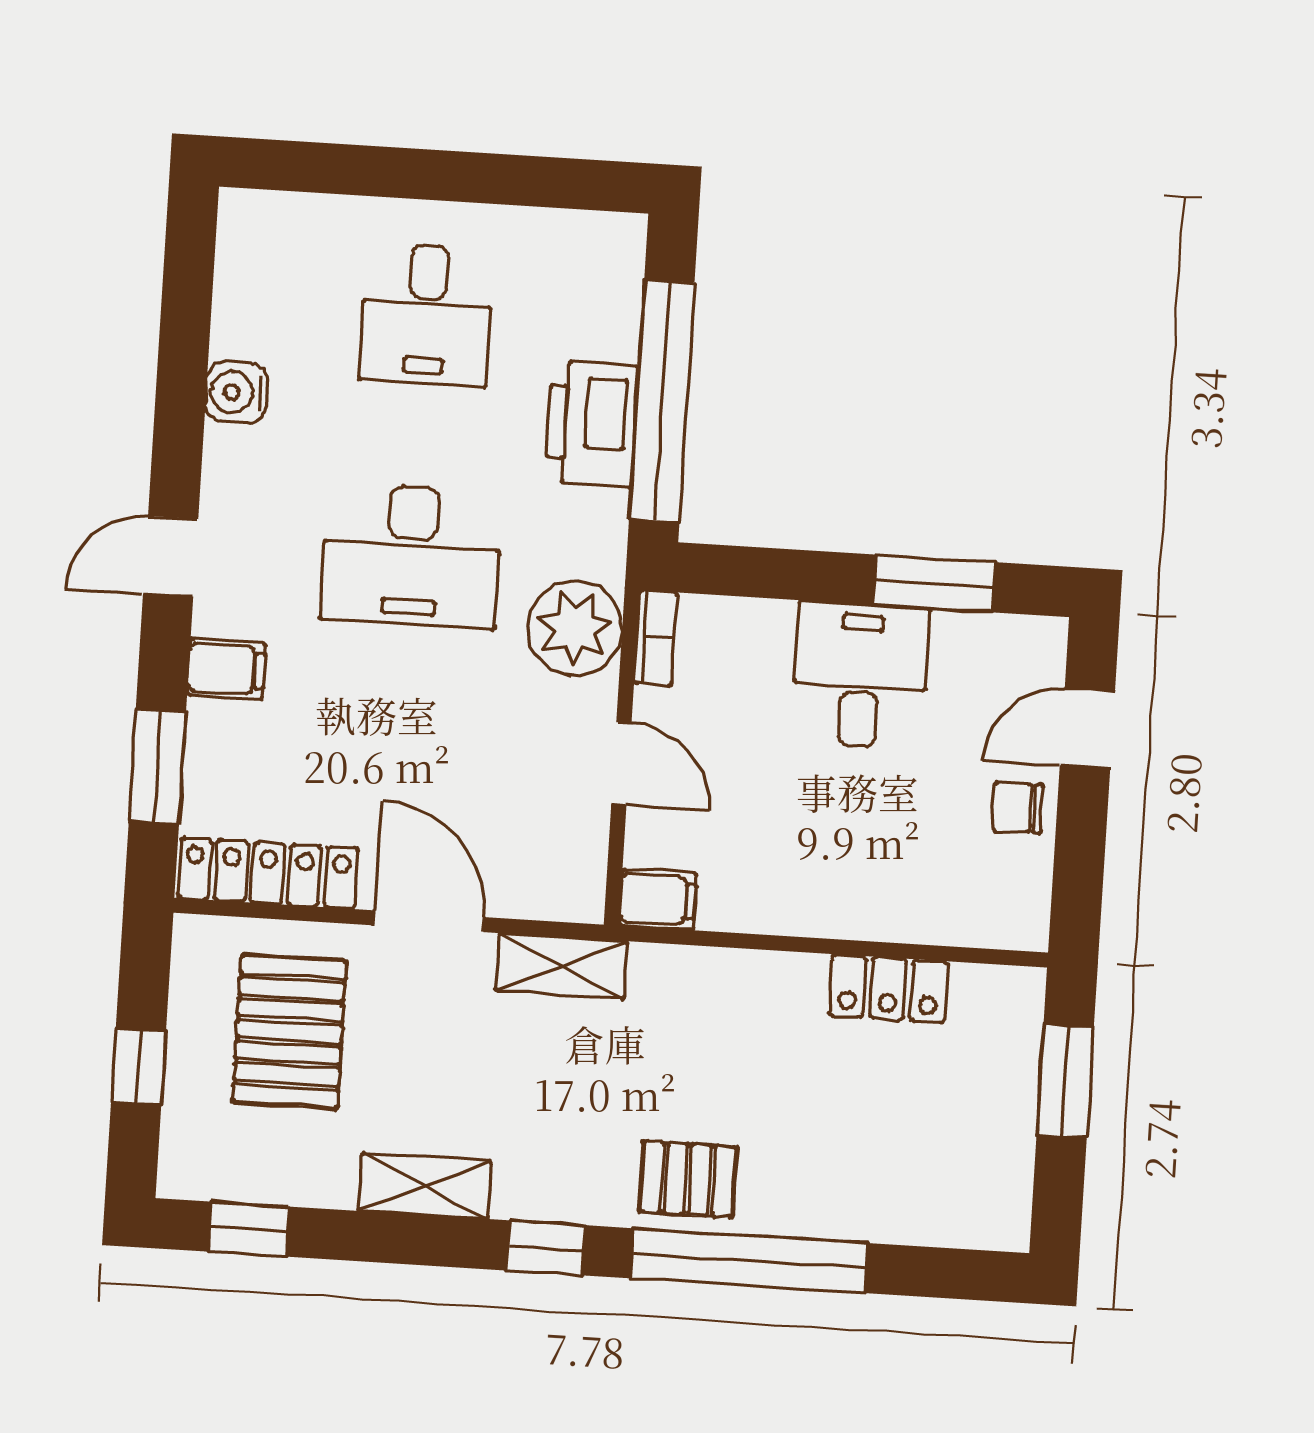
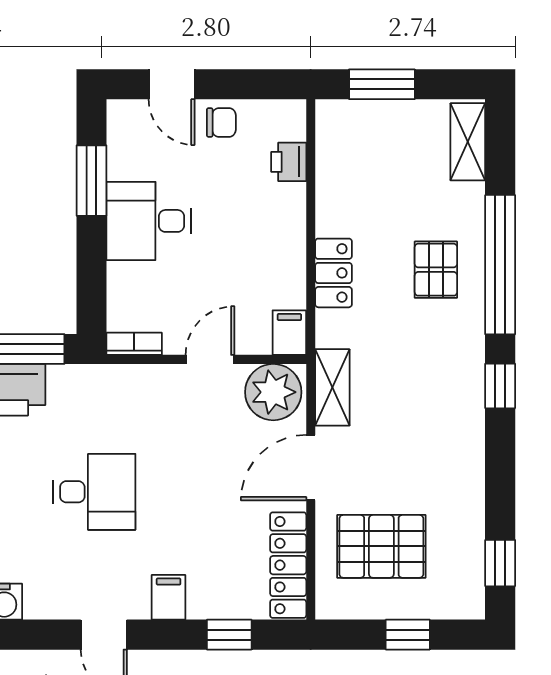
desk: (411, 556) -> (94, 492), width x0.73
plant: (575, 628) -> (273, 392), moved
window: (157, 767) -> (229, 635), width x0.67
chair: (1018, 808) -> (221, 122), turned -90
printer: (945, 917) -> (289, 162), added
locker: (888, 989) -> (334, 273), moved
pallet: (688, 1179) -> (436, 270), moved
shelving: (425, 1186) -> (468, 142), moved

